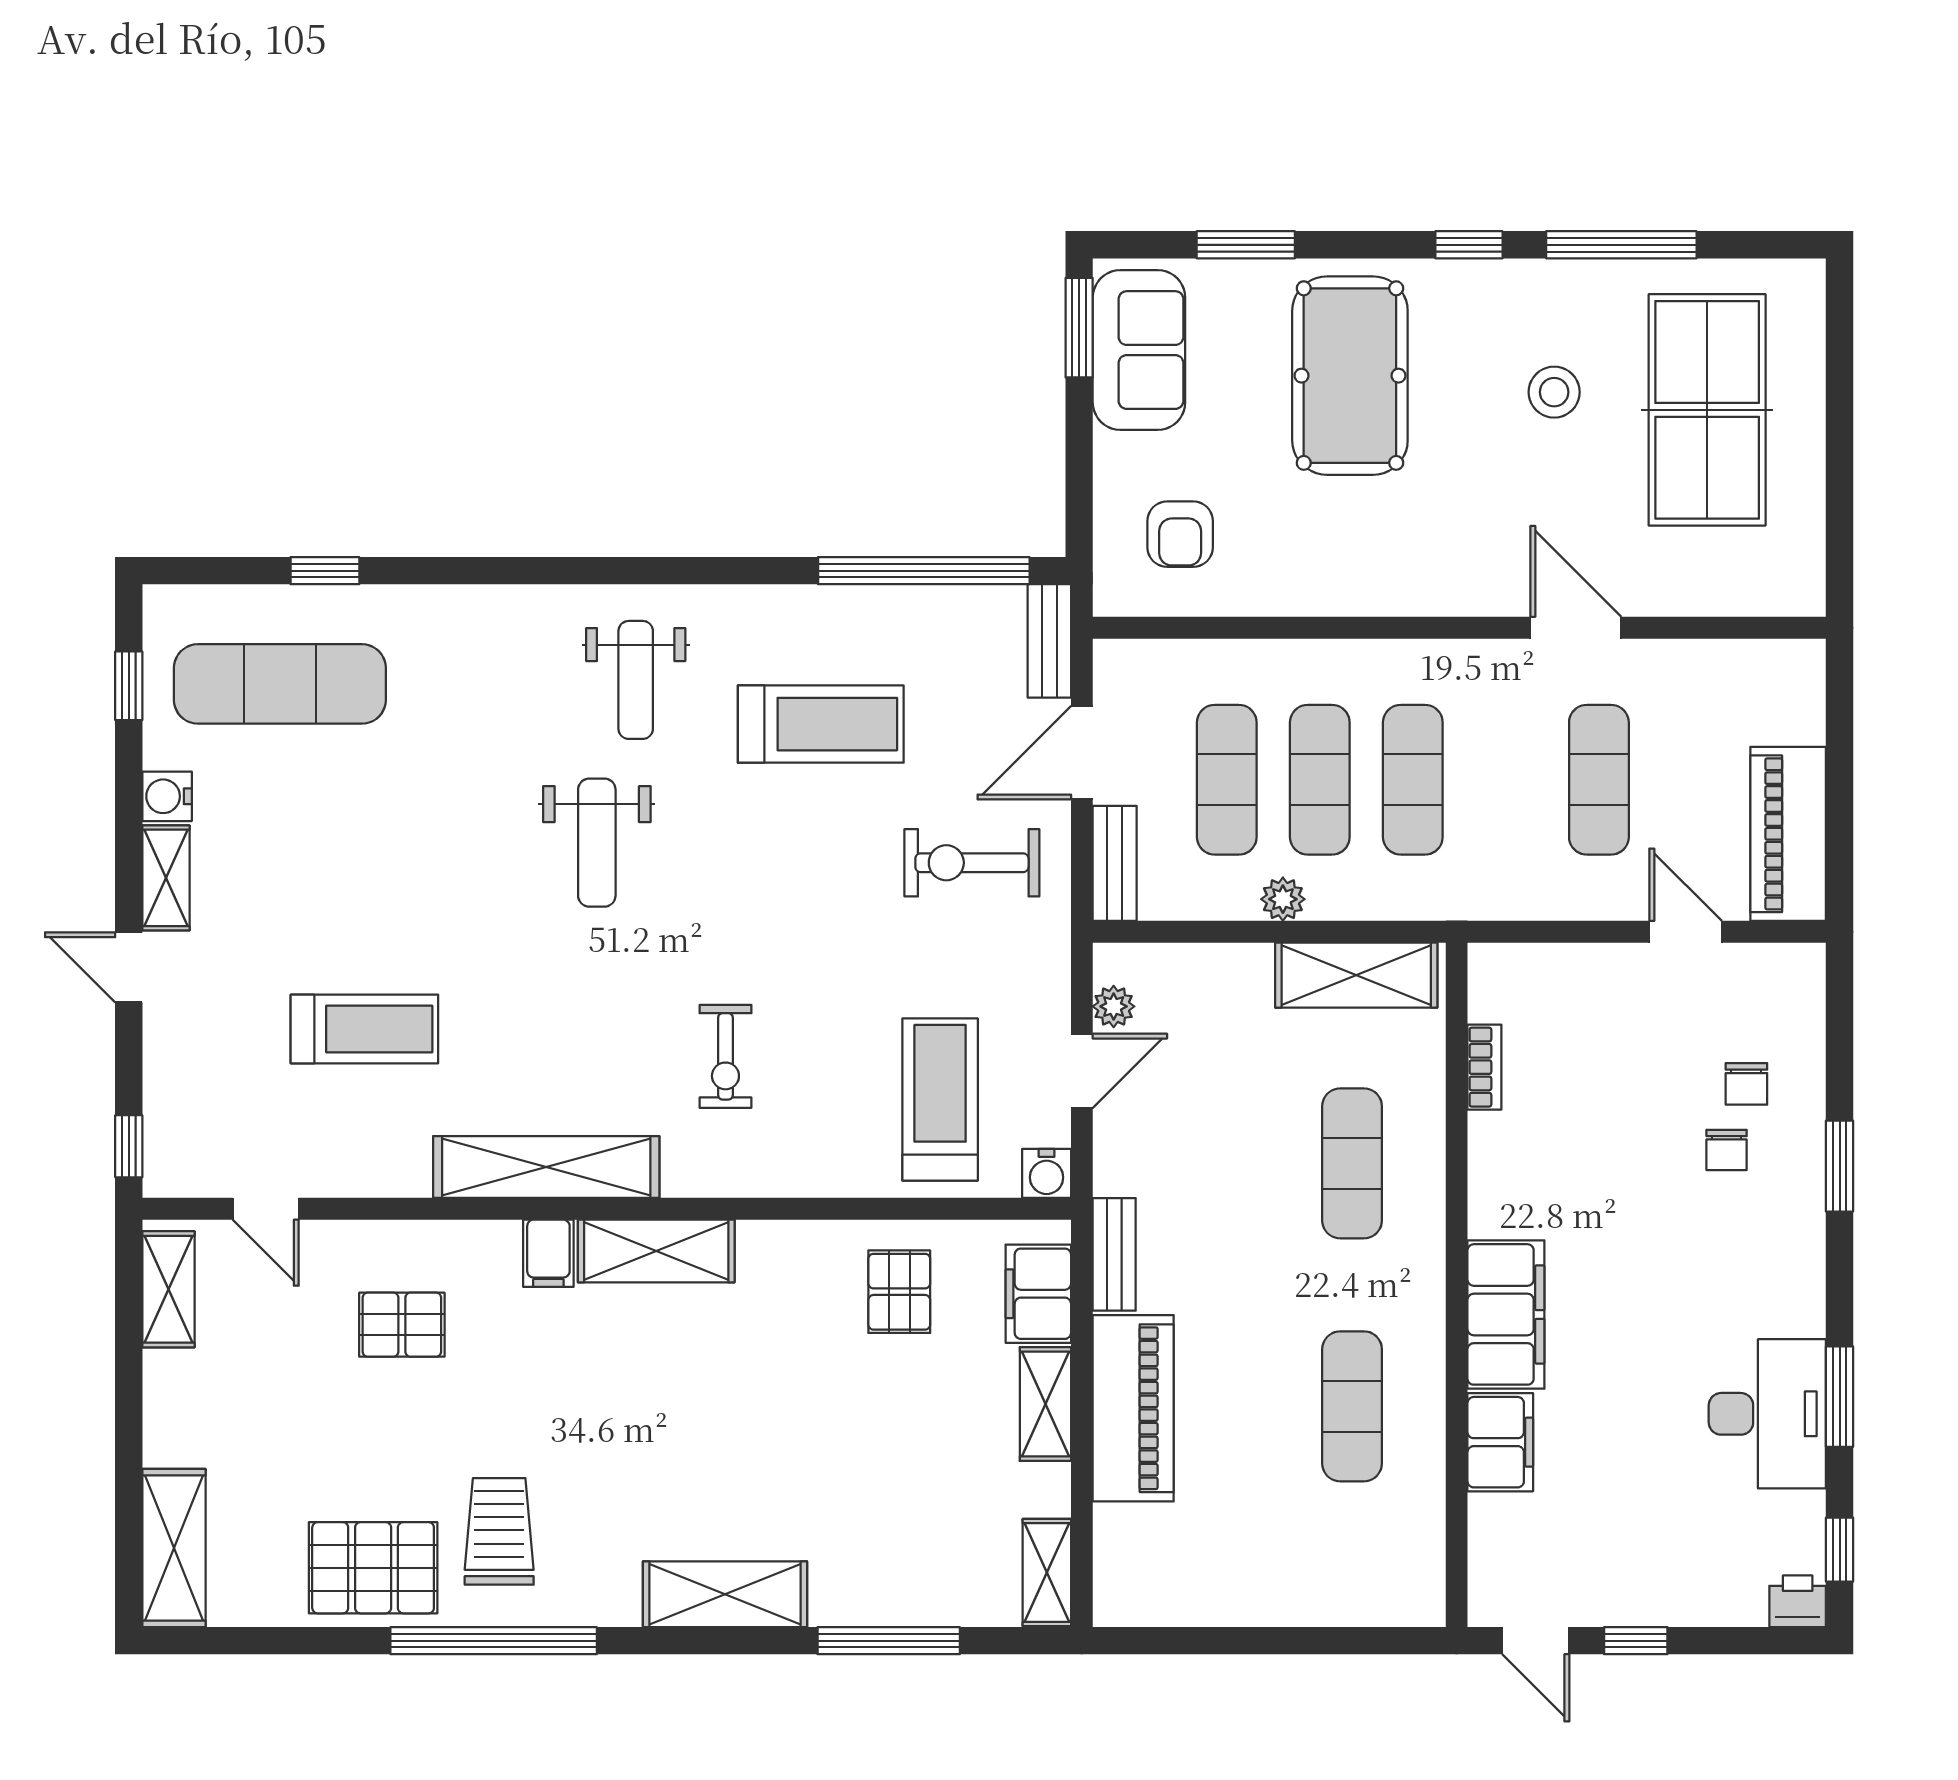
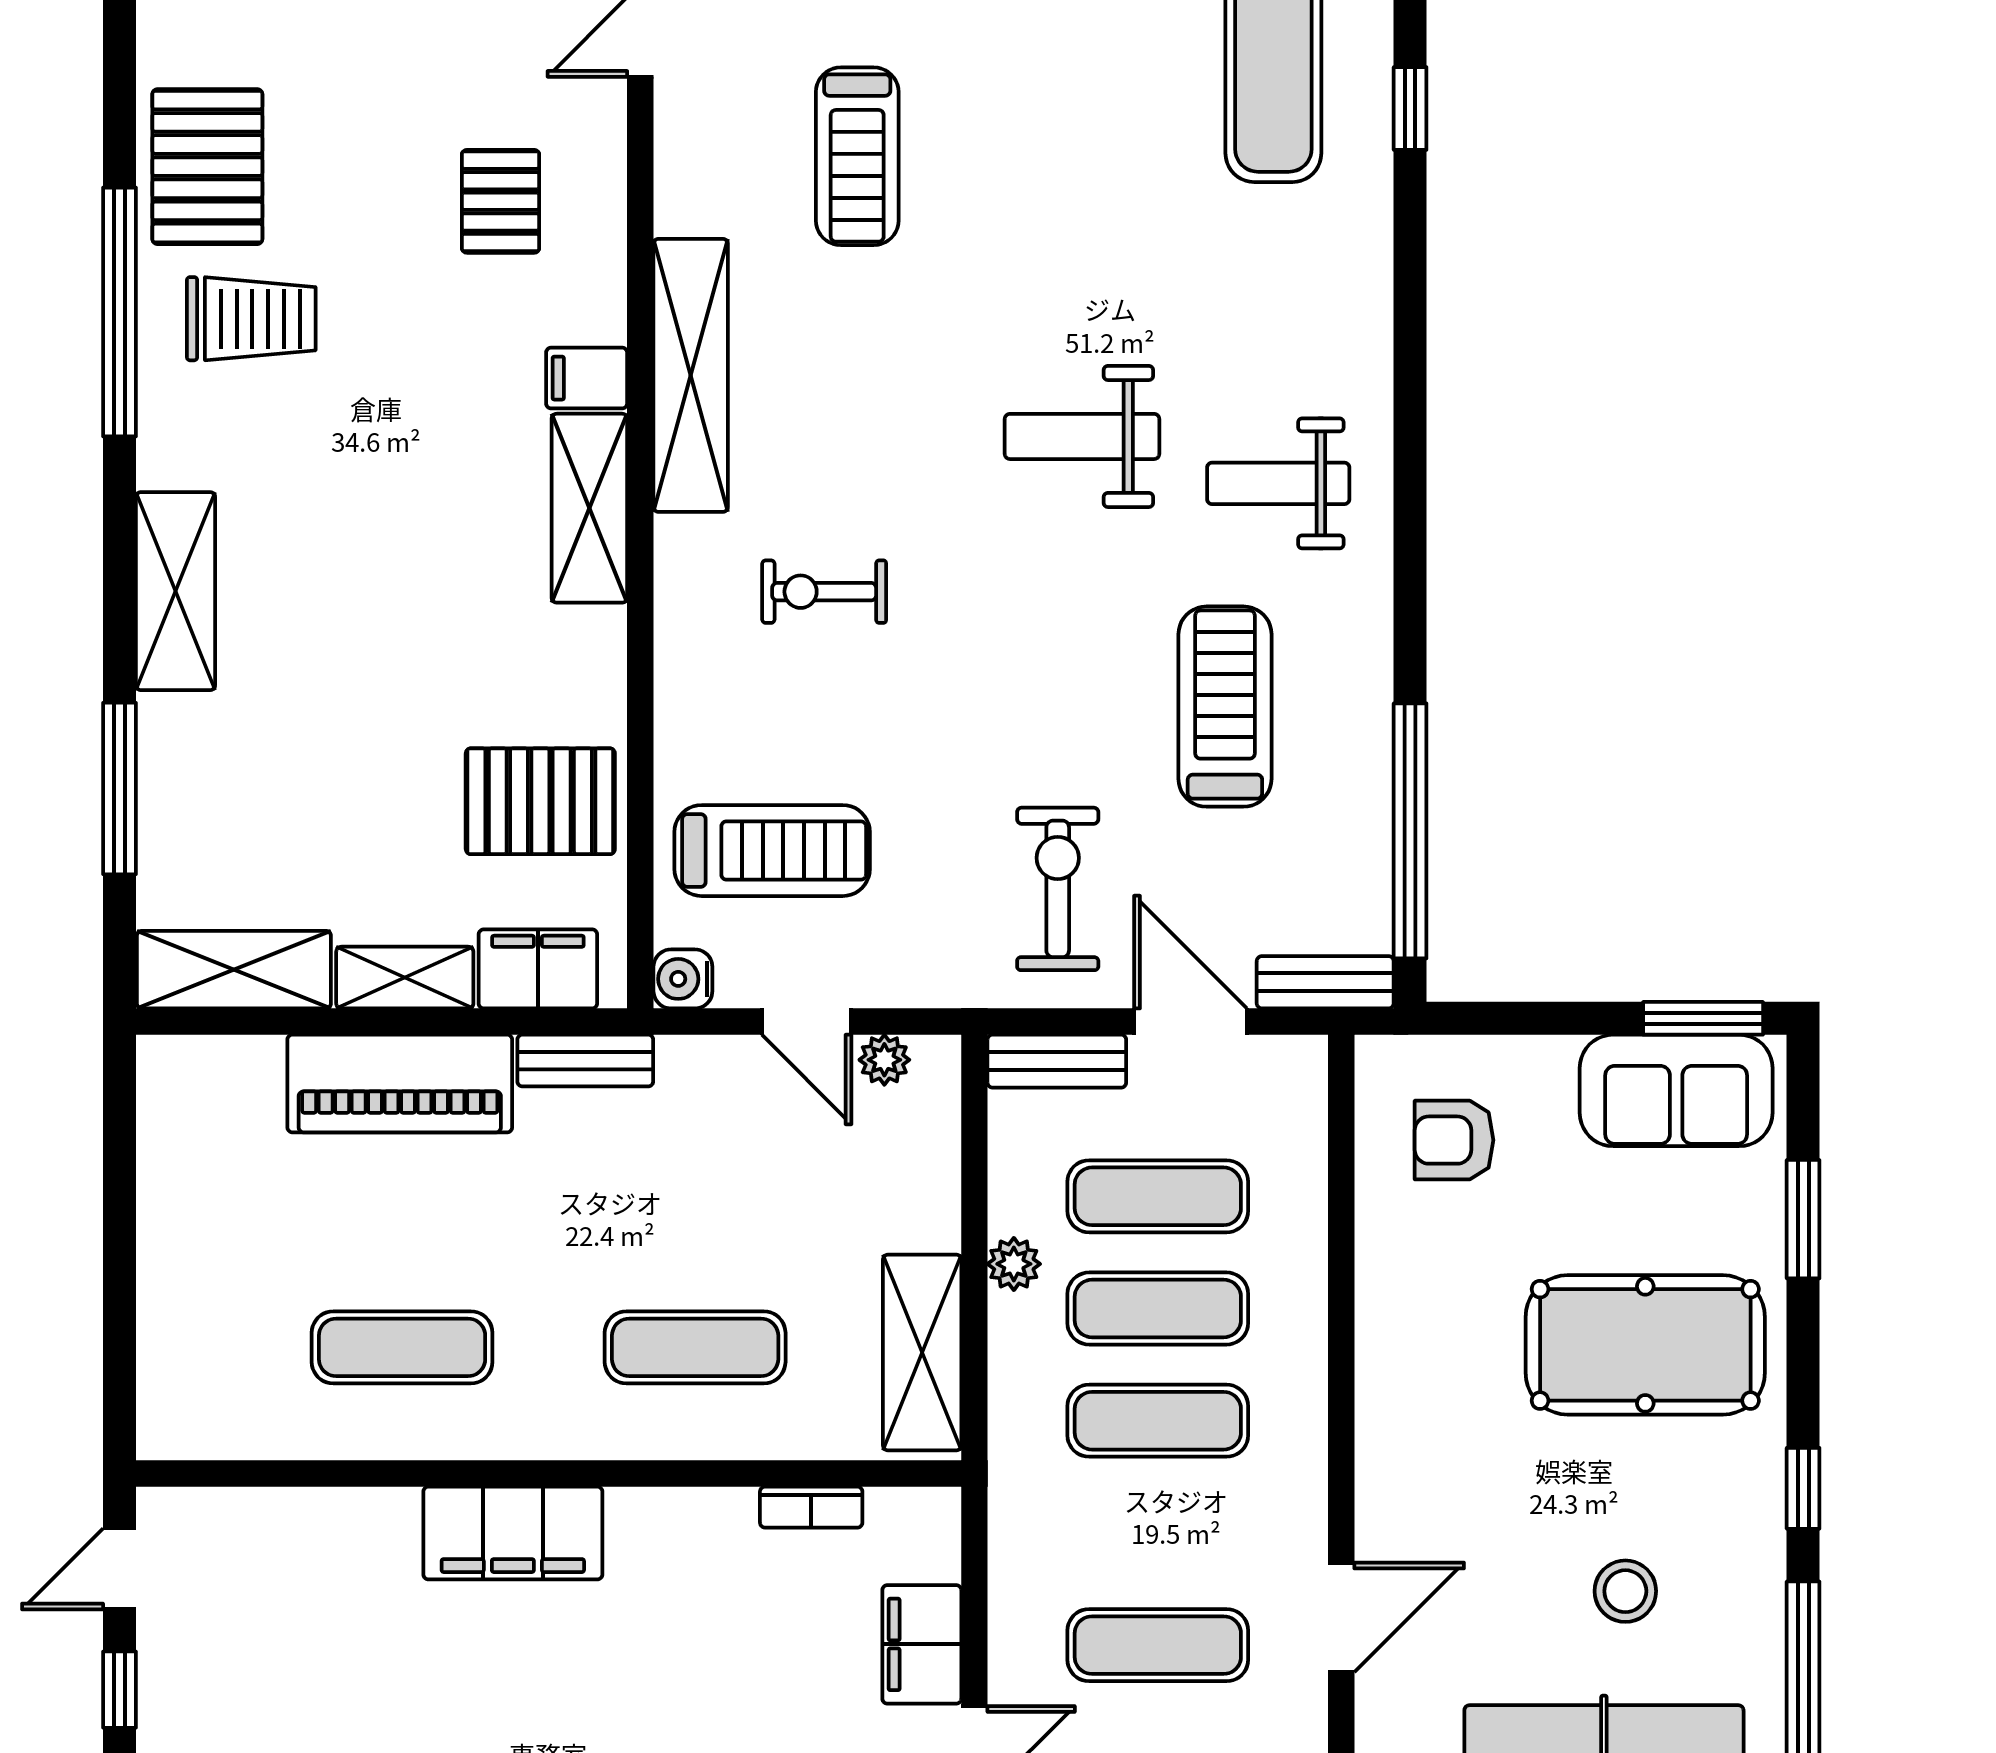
treadmill: (821, 724) -> (1225, 707), turned 180
pallet: (899, 1292) -> (540, 801), width x1.50, depth x1.42
filing cabinet: (1500, 1442) -> (922, 1644), moved, turned 90
shelving: (1047, 1573) -> (234, 970), width x1.50, depth x1.33

